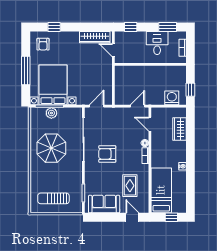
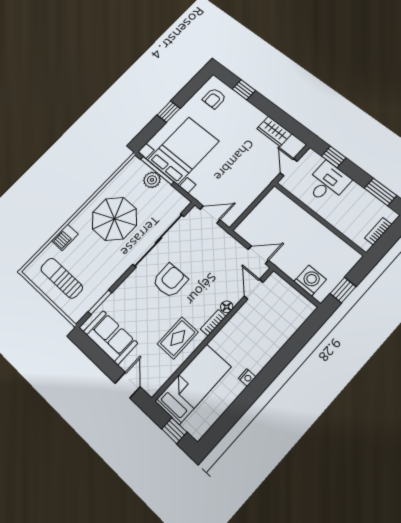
wardrobe: (95, 37) -> (274, 131), width x0.67
desk: (157, 43) -> (327, 183), moved
window: (26, 71) -> (169, 112), width x0.46
wardrobe: (179, 129) -> (285, 327), removed
armchair: (107, 154) -> (170, 281), turned 89
barbecue: (35, 178) -> (65, 237), added
rug: (130, 186) -> (178, 338), moved

